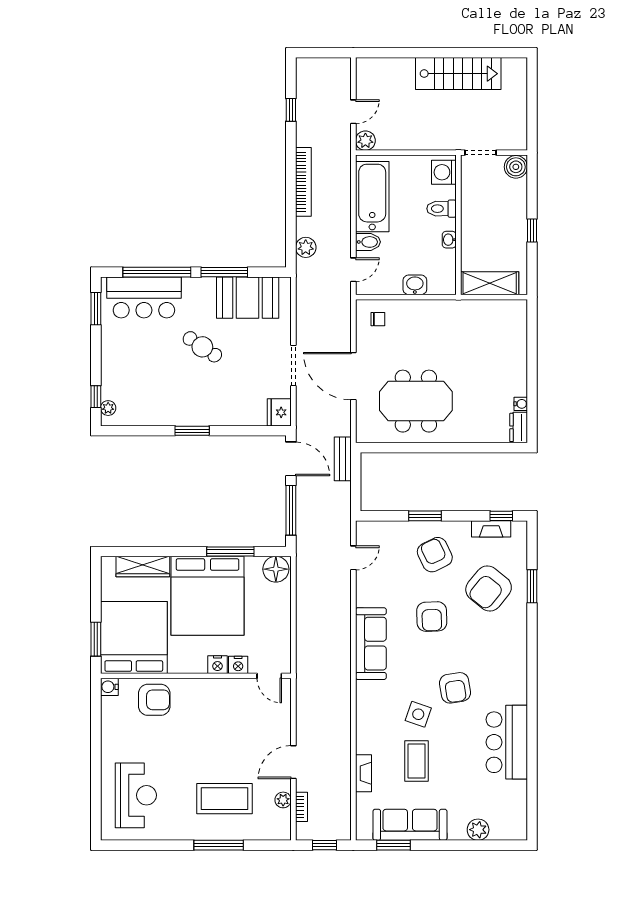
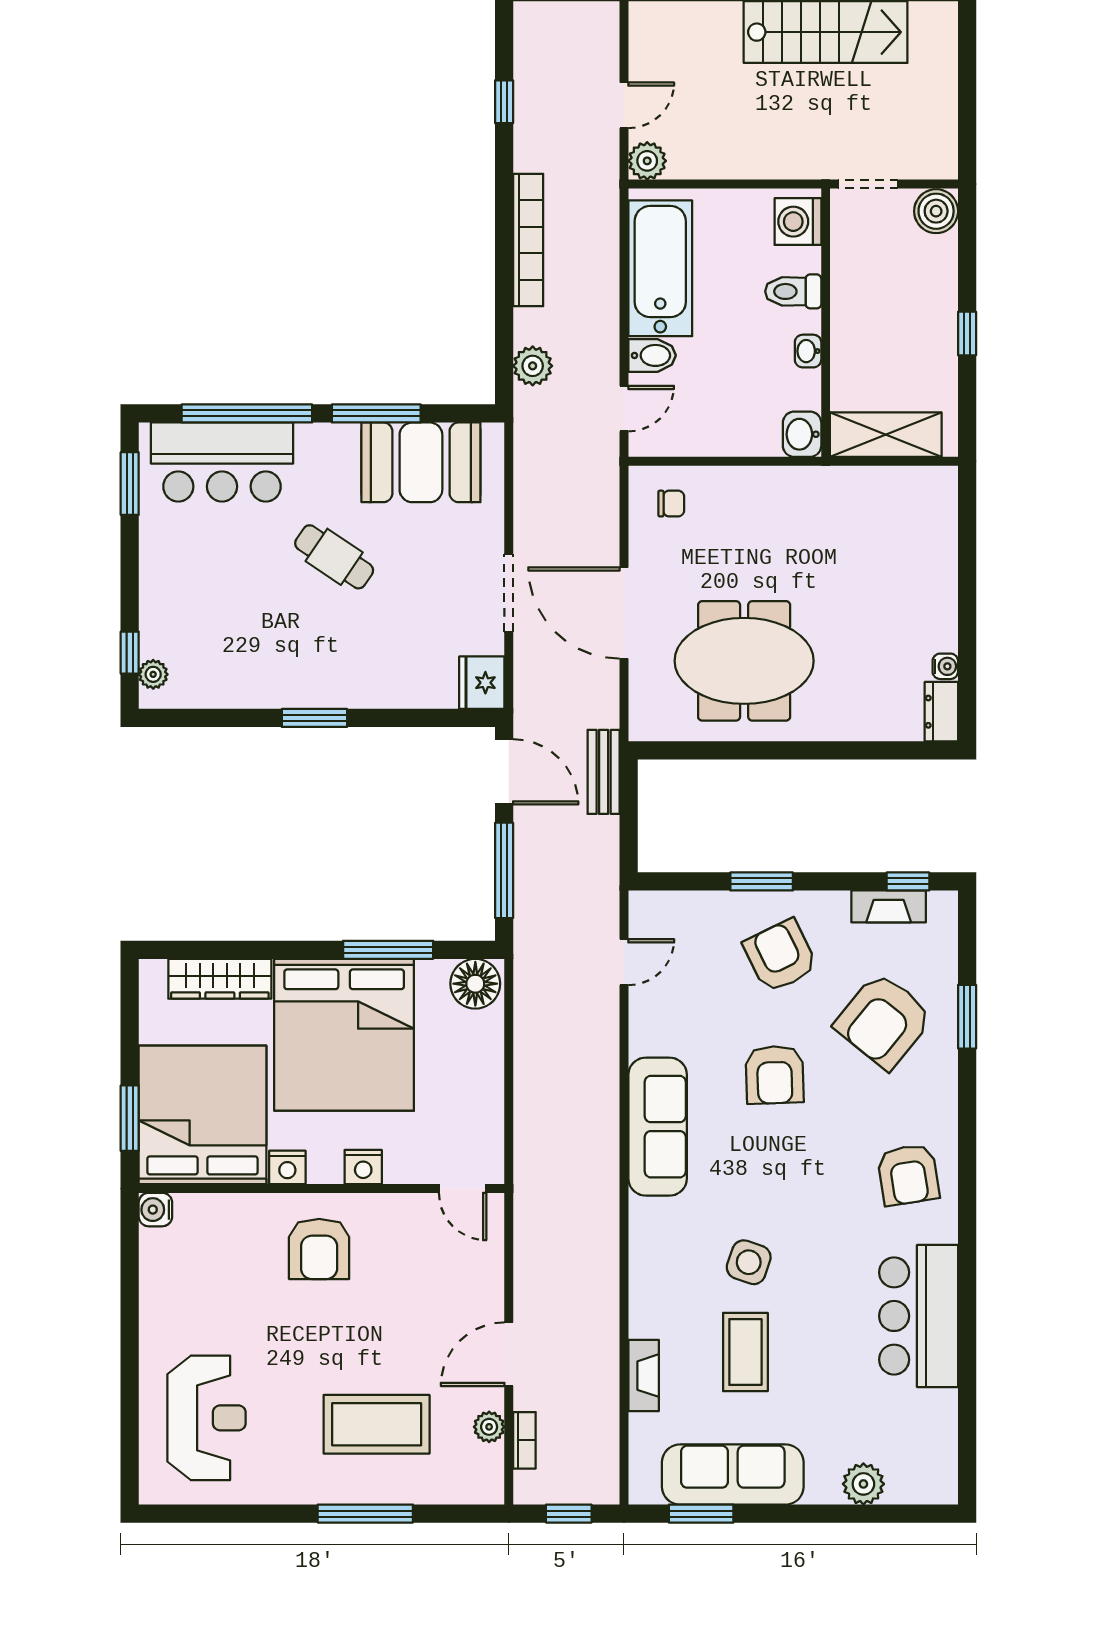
washbasin: (415, 285) -> (802, 434), moved, turned -90
nightstand: (238, 665) -> (287, 1167), moved
armchair: (455, 688) -> (908, 1175), moved
armchair: (154, 700) -> (319, 1249), moved, turned 90

